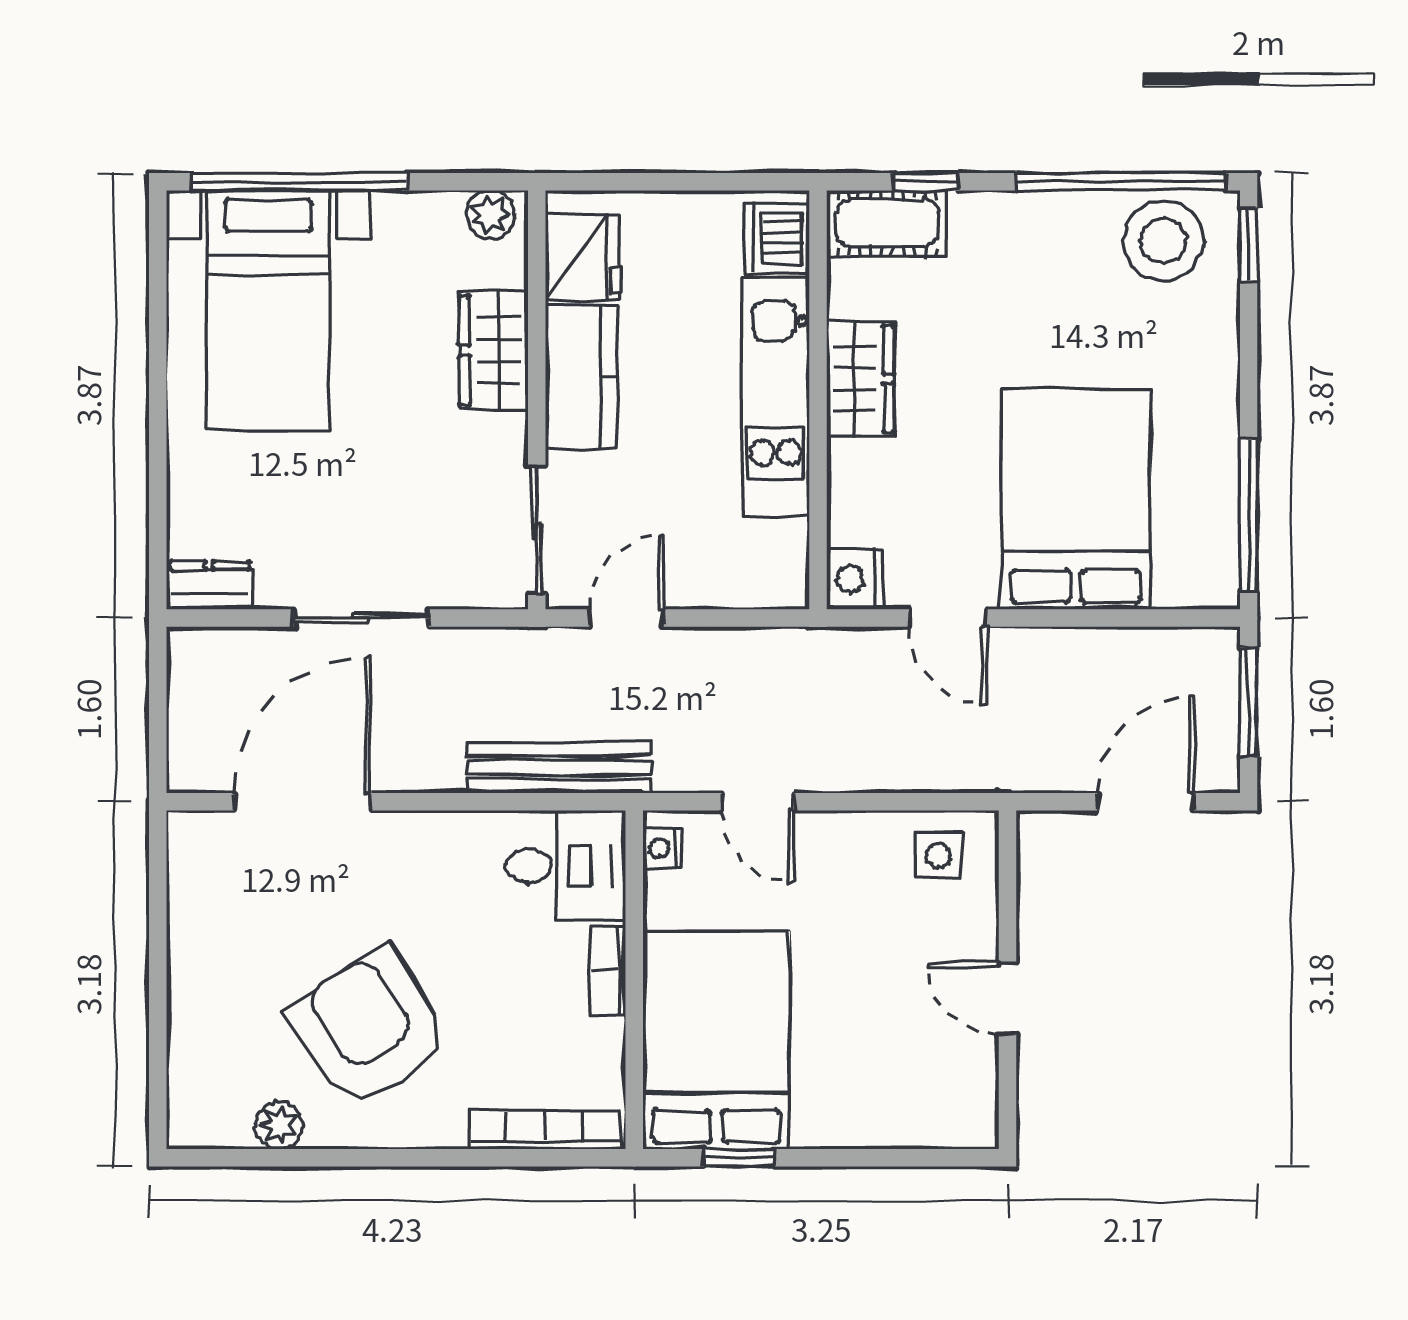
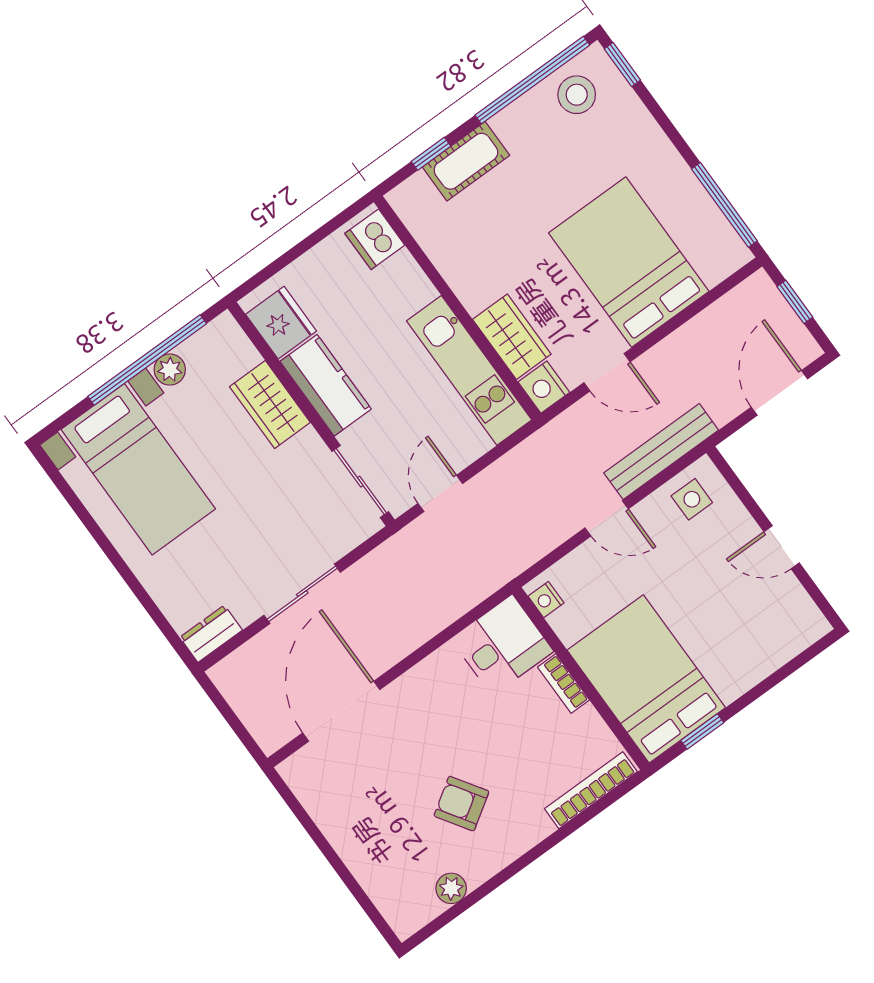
window: (299, 182) -> (147, 360), moved
plant: (490, 215) -> (170, 370), moved
cot: (887, 223) -> (466, 161), moved
stool: (1163, 241) -> (577, 95), width x0.73, depth x0.73
wardrobe: (860, 379) -> (512, 337), moved
kitchen unit: (776, 397) -> (469, 370), moved
window: (1249, 701) -> (795, 302), width x0.67
bench: (558, 767) -> (661, 451), moved
door: (758, 802) -> (607, 518), moved
armchair: (370, 1028) -> (461, 804), width x0.53, depth x0.53

